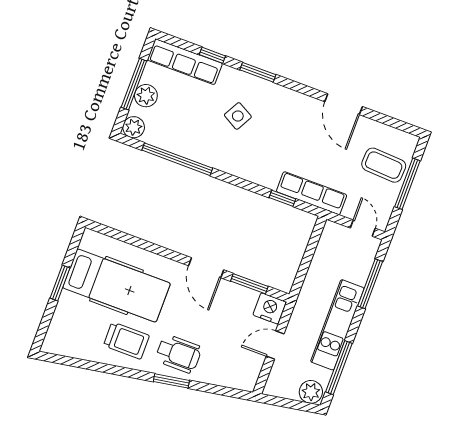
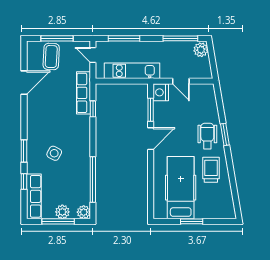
door: (344, 104) -> (24, 83), moved
door: (363, 228) -> (93, 55), hinge flipped
kitchen unit: (337, 325) -> (132, 71), moved, turned 180

